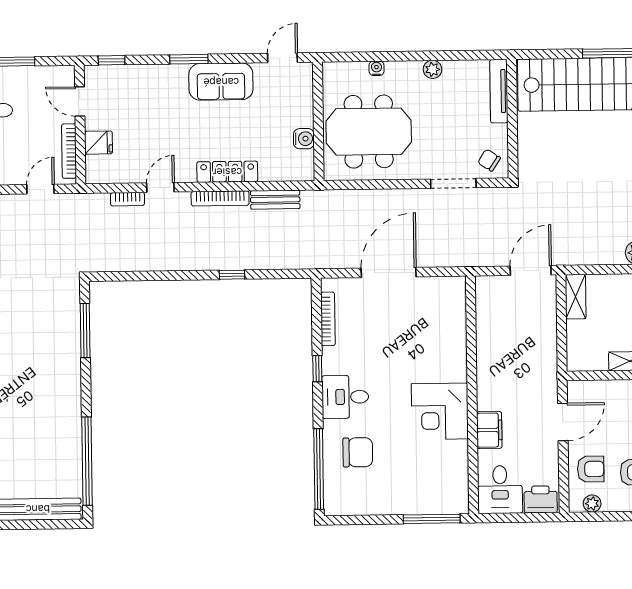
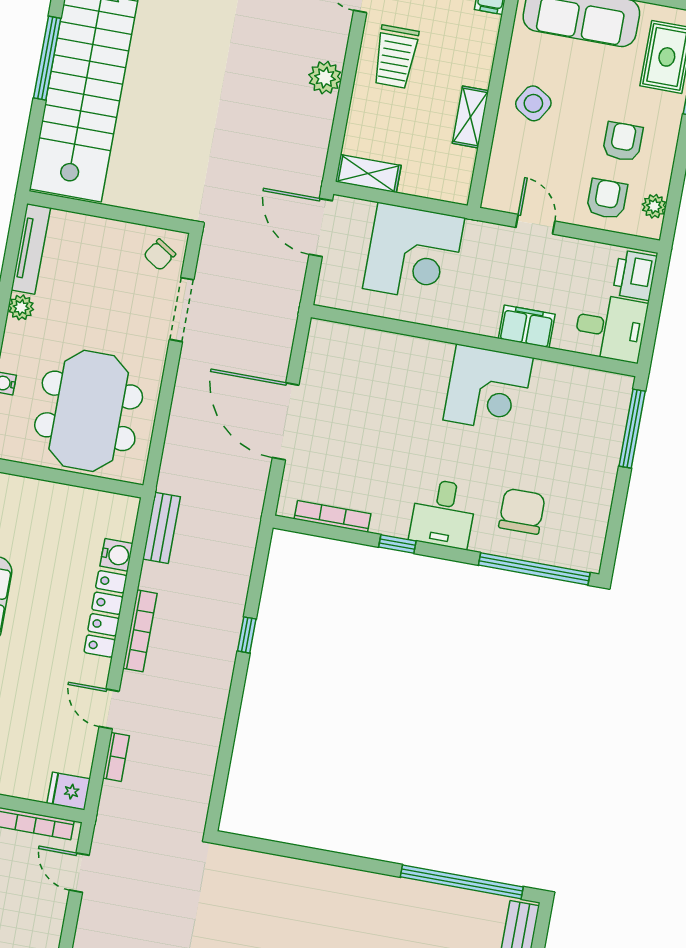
tv unit: (499, 91) -> (31, 249), moved, turned -90
water cooler: (304, 139) -> (116, 555), moved, turned 90
fridge: (99, 143) -> (69, 791), moved, turned -90
bench: (275, 200) -> (161, 528), moved
window: (85, 330) -> (283, 850), removed
corner desk: (526, 340) -> (414, 253), added
door: (563, 422) -> (535, 224), width x0.73

